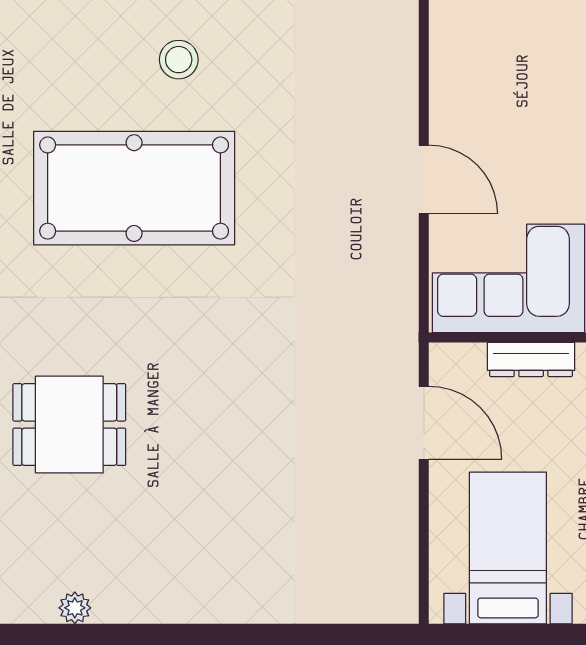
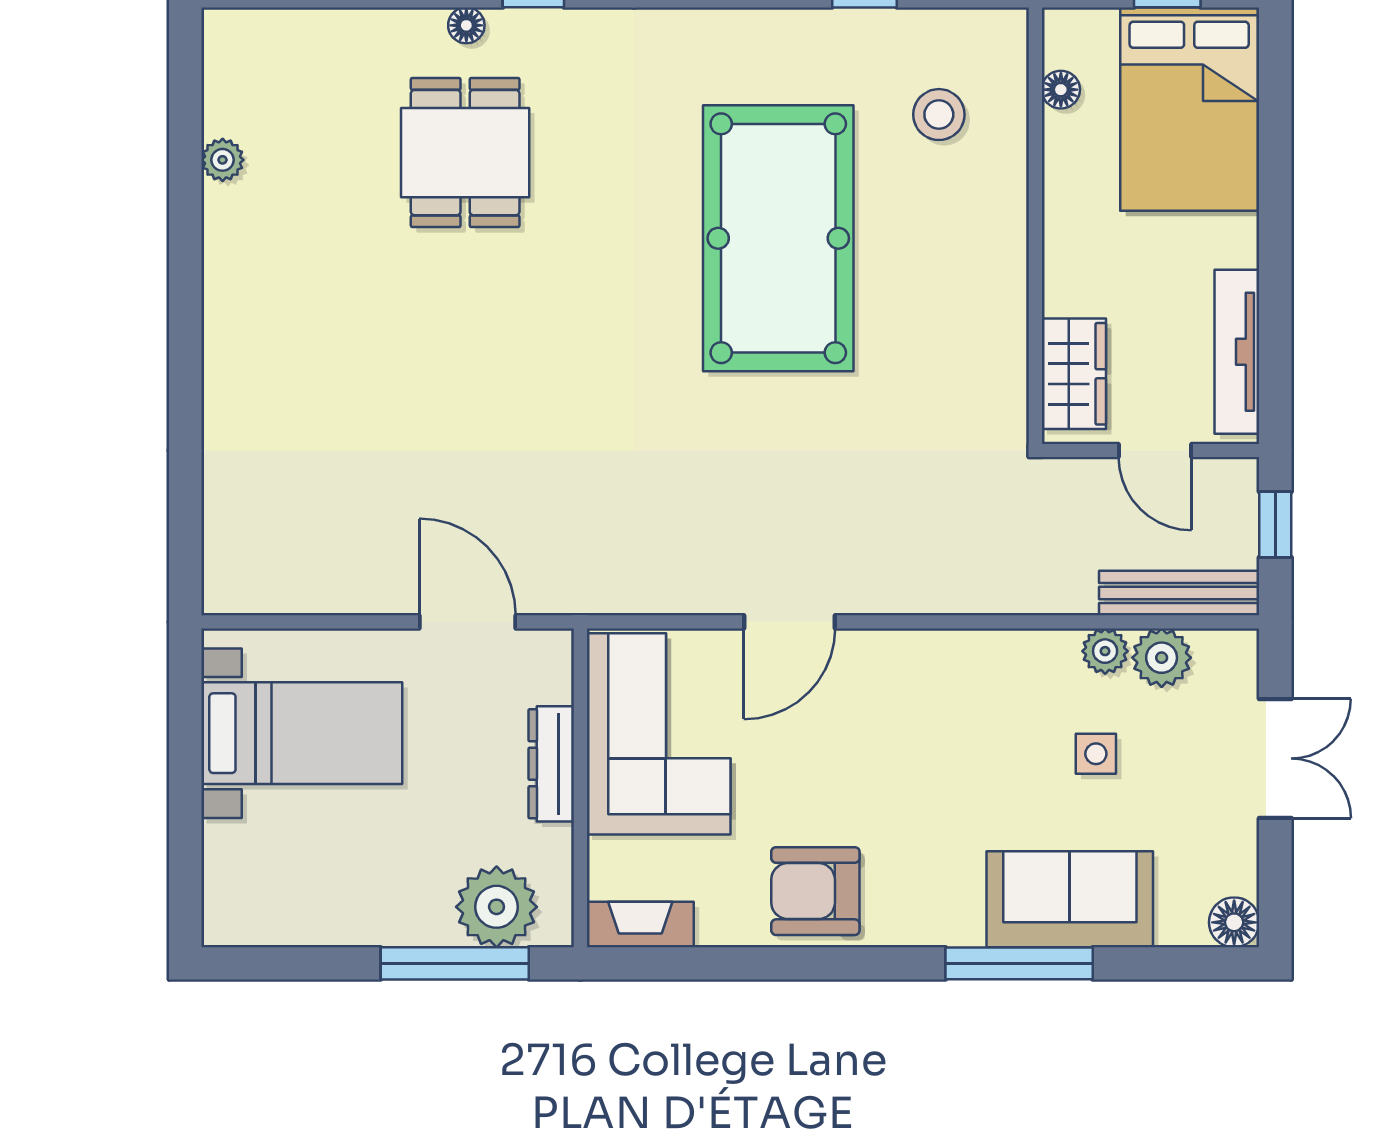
stool: (179, 60) -> (939, 115), moved
door: (424, 423) -> (467, 622), swing flipped

